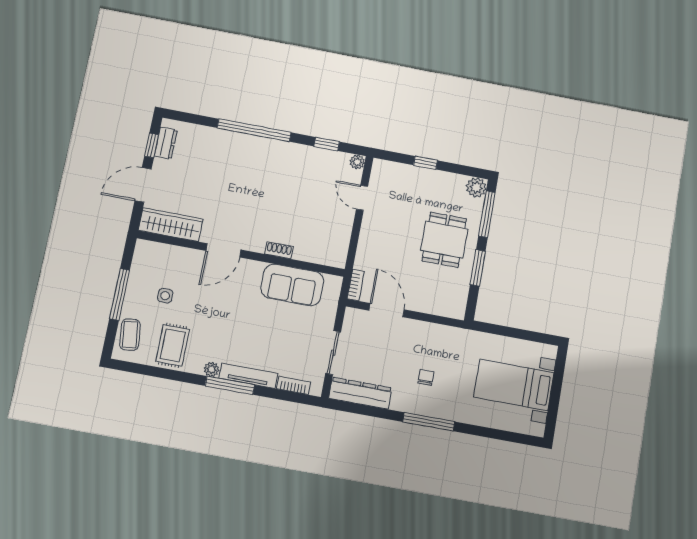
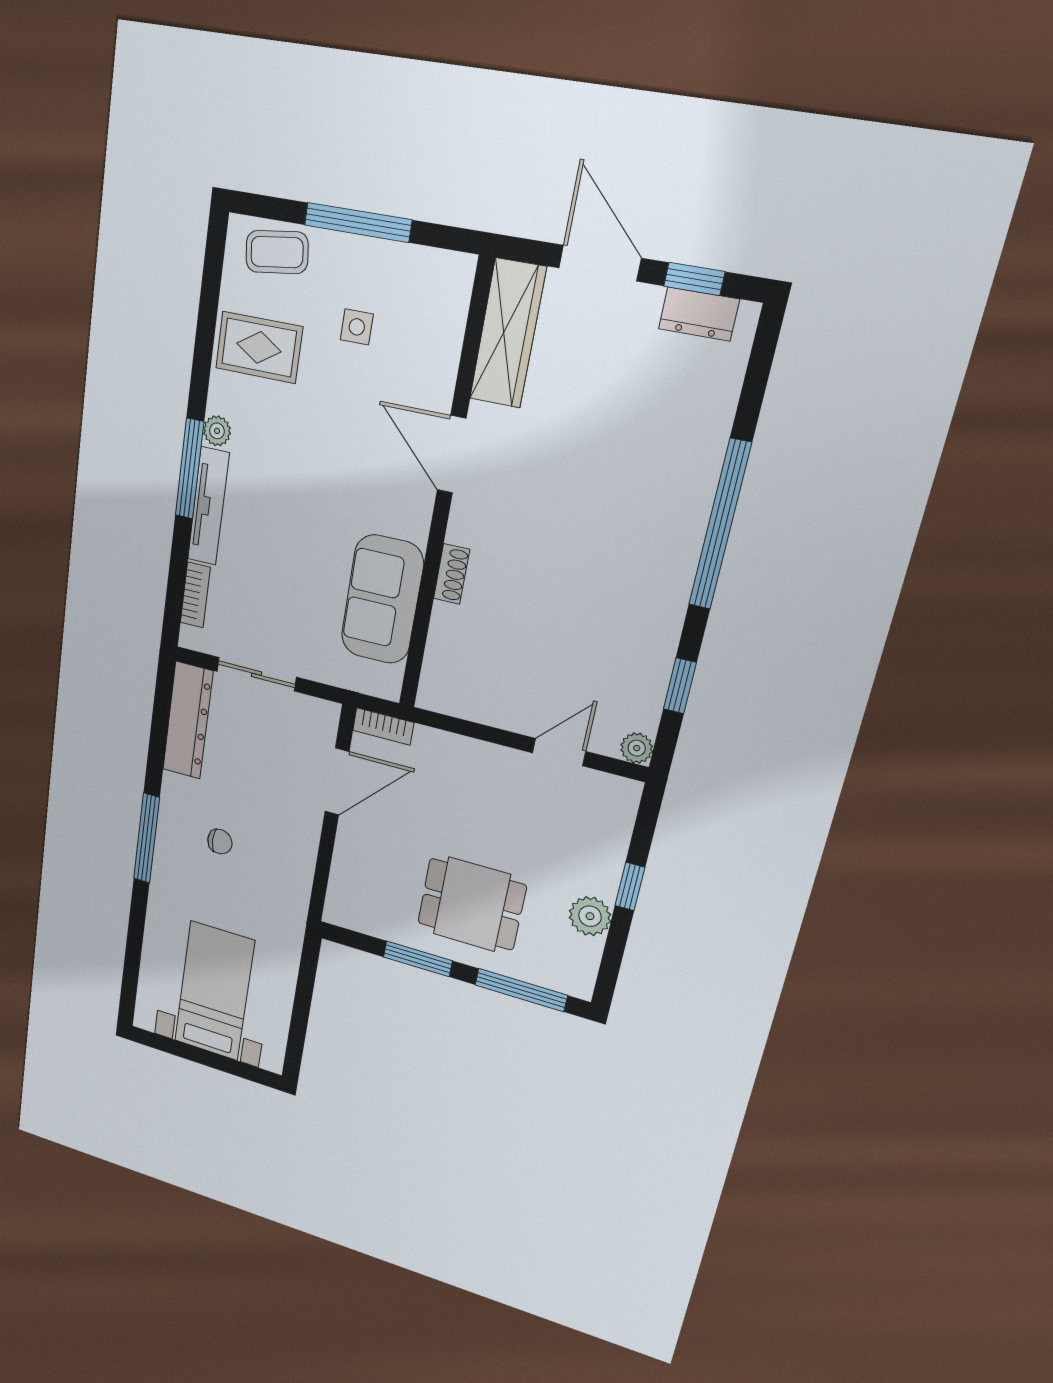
plant: (476, 187) -> (590, 916), moved

